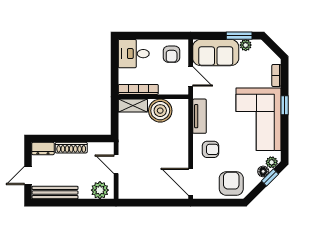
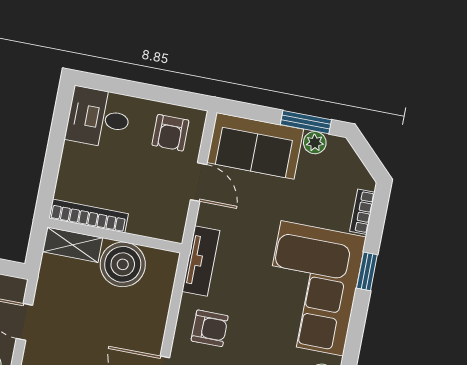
bookcase: (138, 89) -> (89, 216), moved
wall: (153, 97) -> (115, 236), moved
shelving: (133, 106) -> (72, 245), moved
boiler: (160, 111) -> (123, 264), moved

